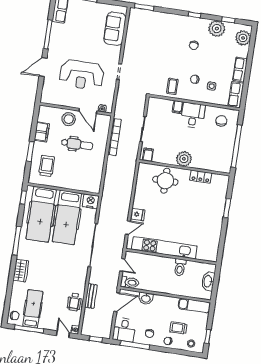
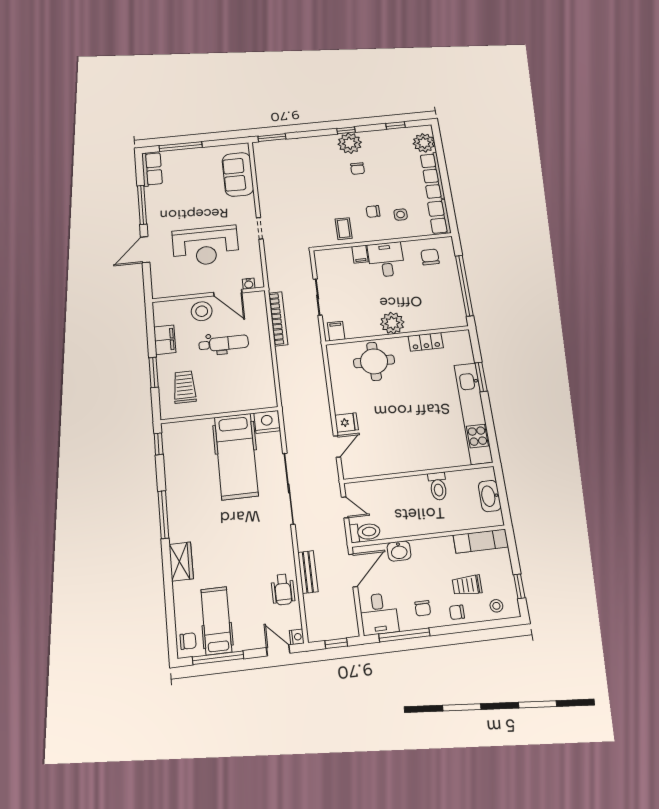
plant: (217, 29) -> (350, 143), moved
row of seats: (240, 70) -> (432, 176), width x1.48
hospital bed: (41, 214) -> (193, 462), removed
kitchen unit: (164, 248) -> (473, 413), moved, turned -90

